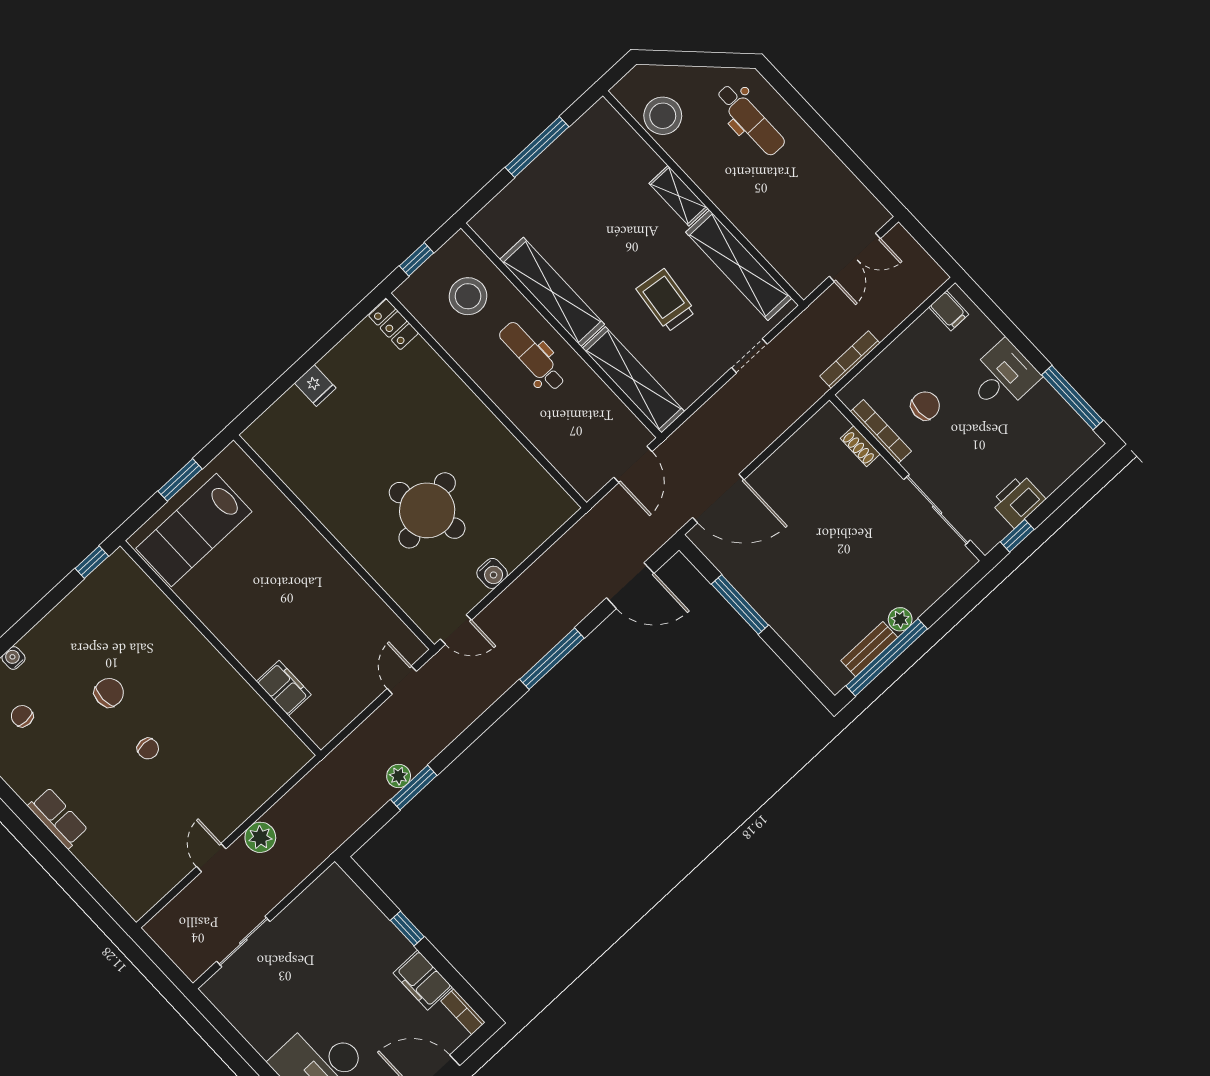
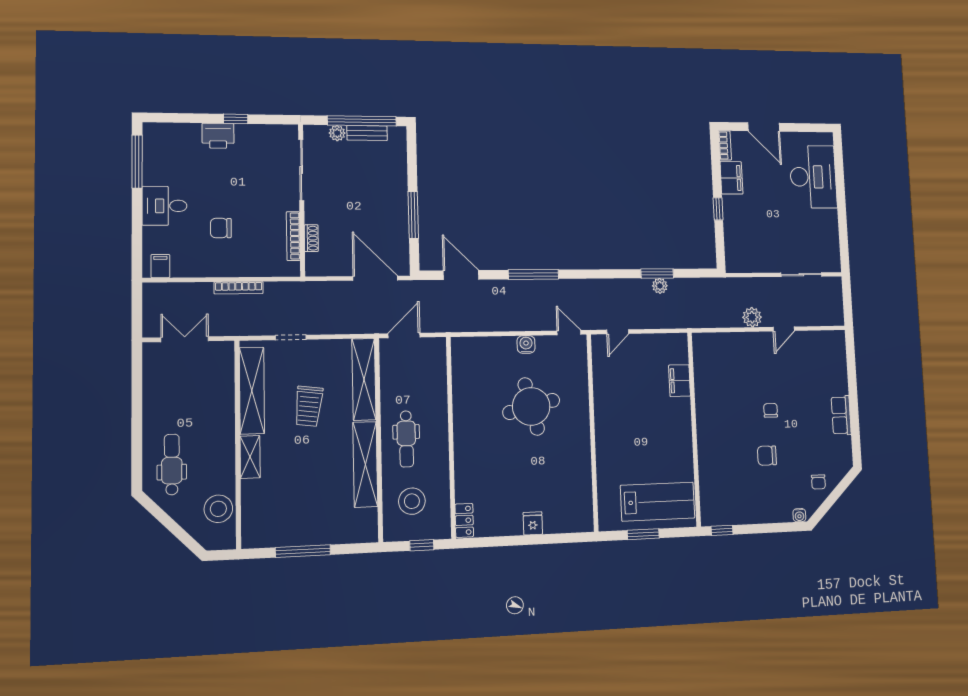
bookcase: (881, 431) -> (293, 236), moved
shoe rack: (860, 446) -> (311, 238), moved
wall: (907, 478) -> (302, 200), moved
sliding door: (937, 510) -> (301, 170), moved

